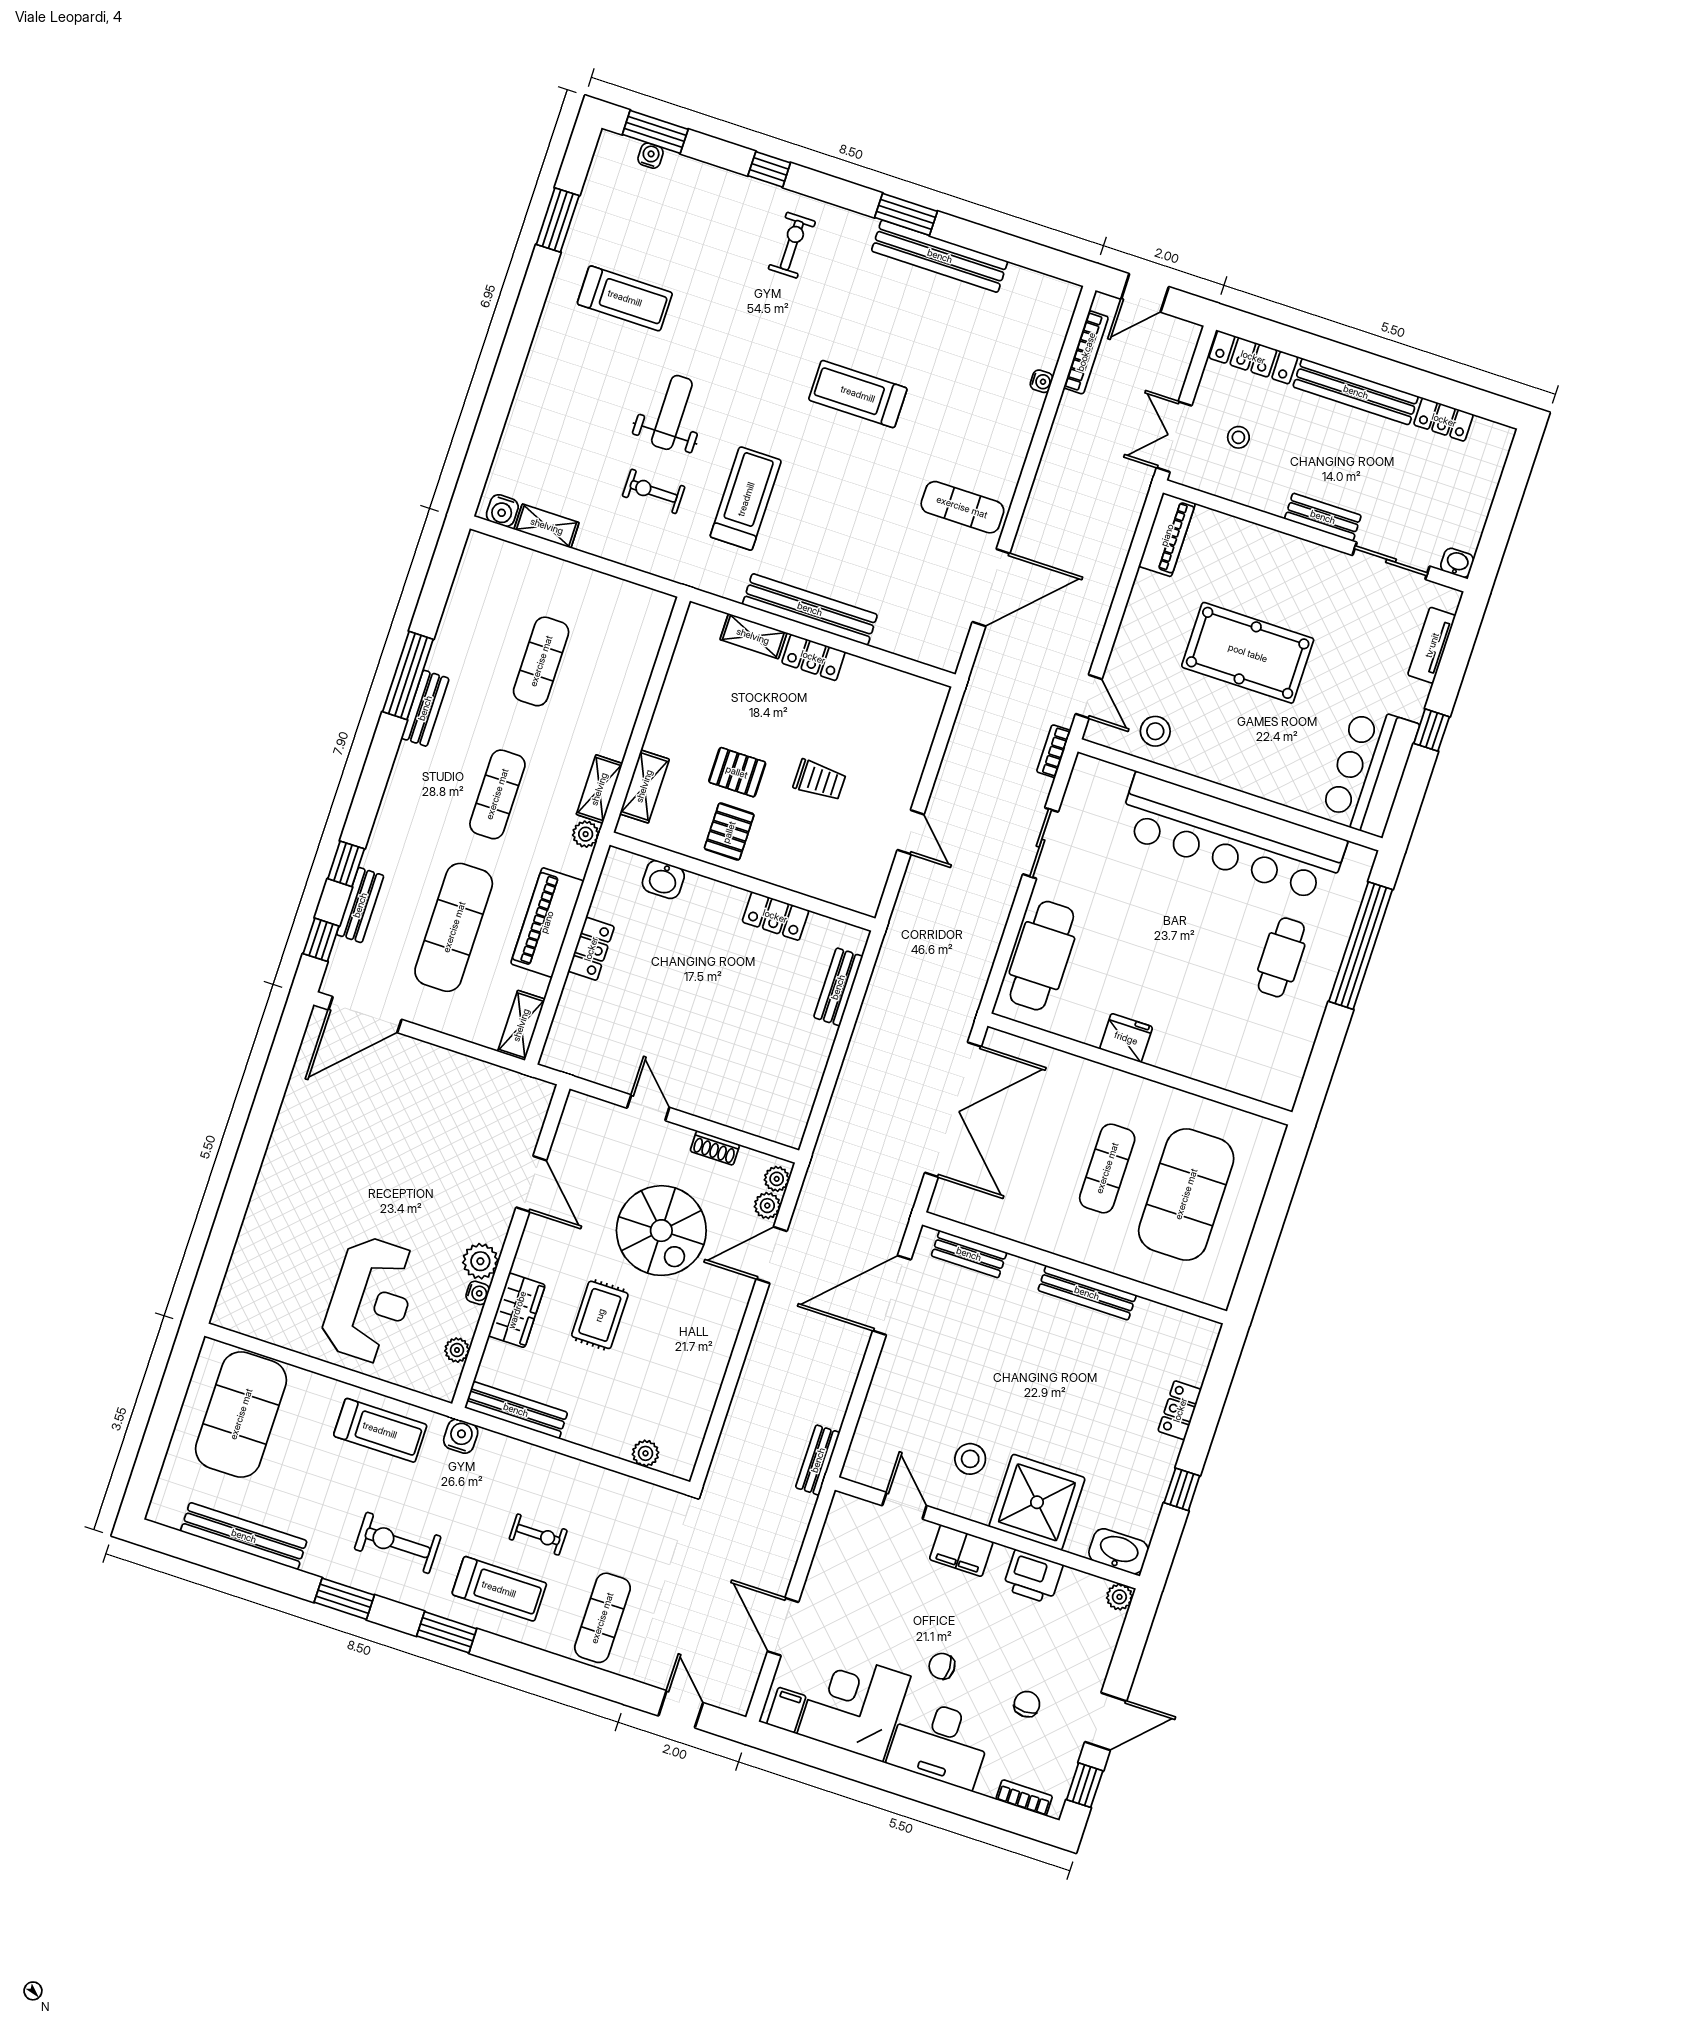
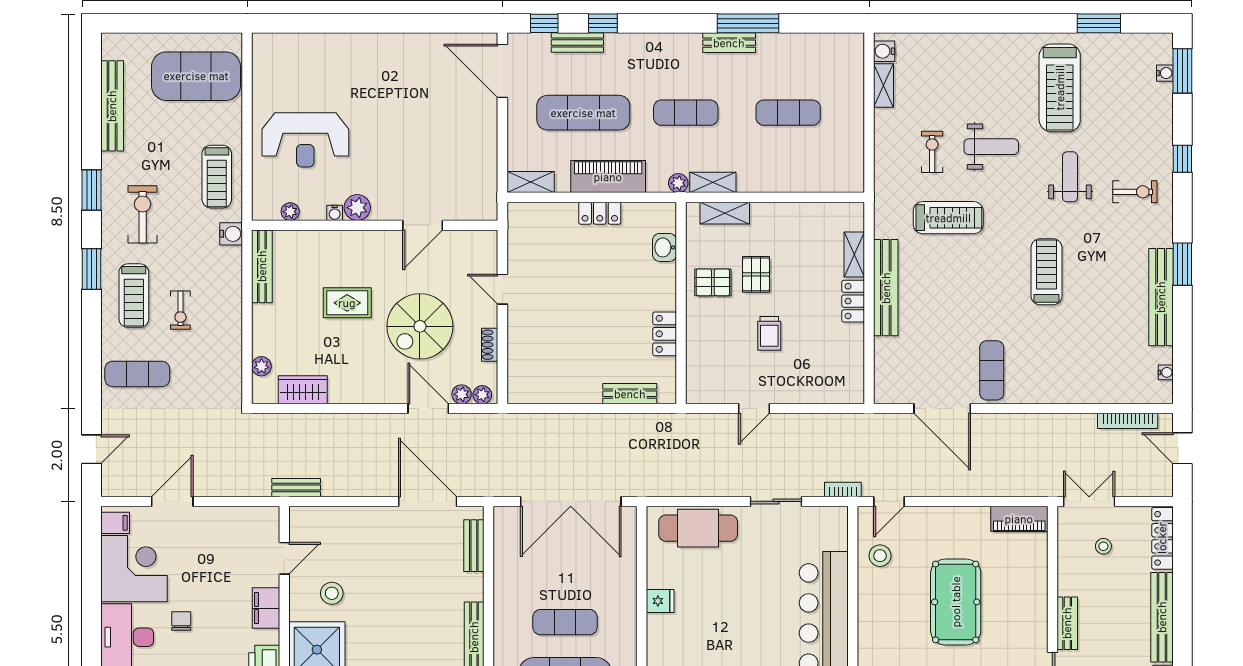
treadmill: (625, 298) -> (1060, 88), width x1.37, depth x1.38
weight bench: (745, 323) -> (1070, 177), added
water cooler: (1041, 381) -> (1166, 372), moved, turned -90
fridge: (1126, 1038) -> (660, 601), width x0.72
door: (648, 1108) -> (502, 289), swing flipped
wardrobe: (517, 1310) -> (303, 390), moved, turned 180

